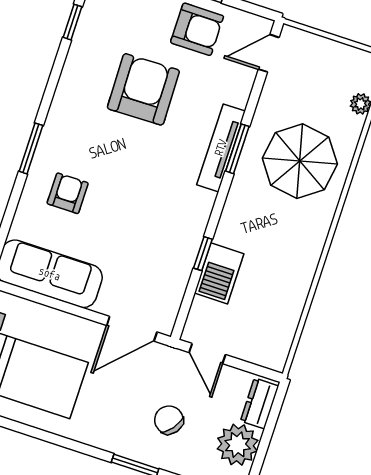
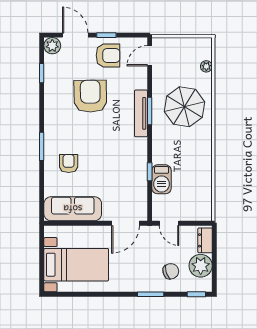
chair: (169, 420) -> (171, 271), moved, turned 124

